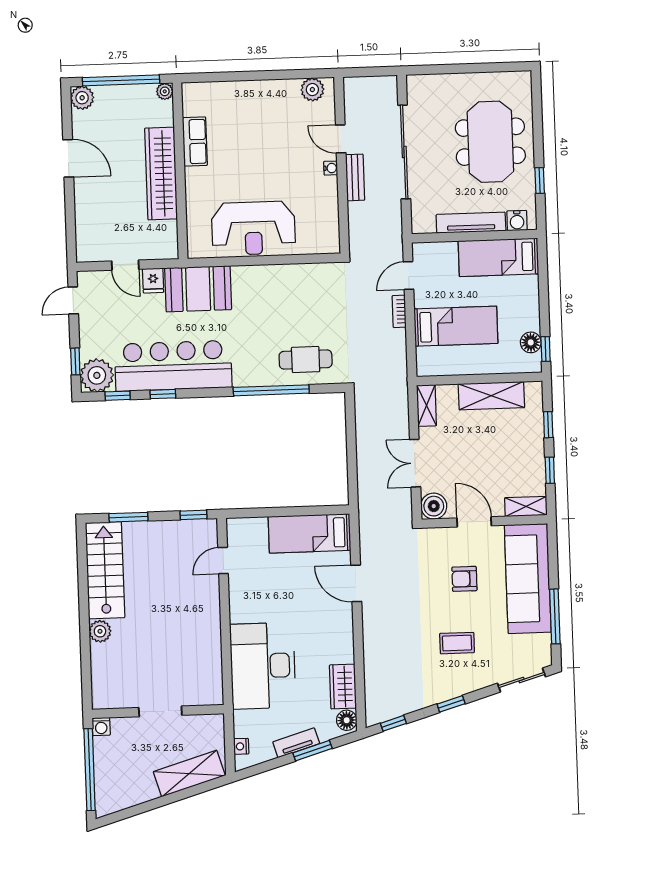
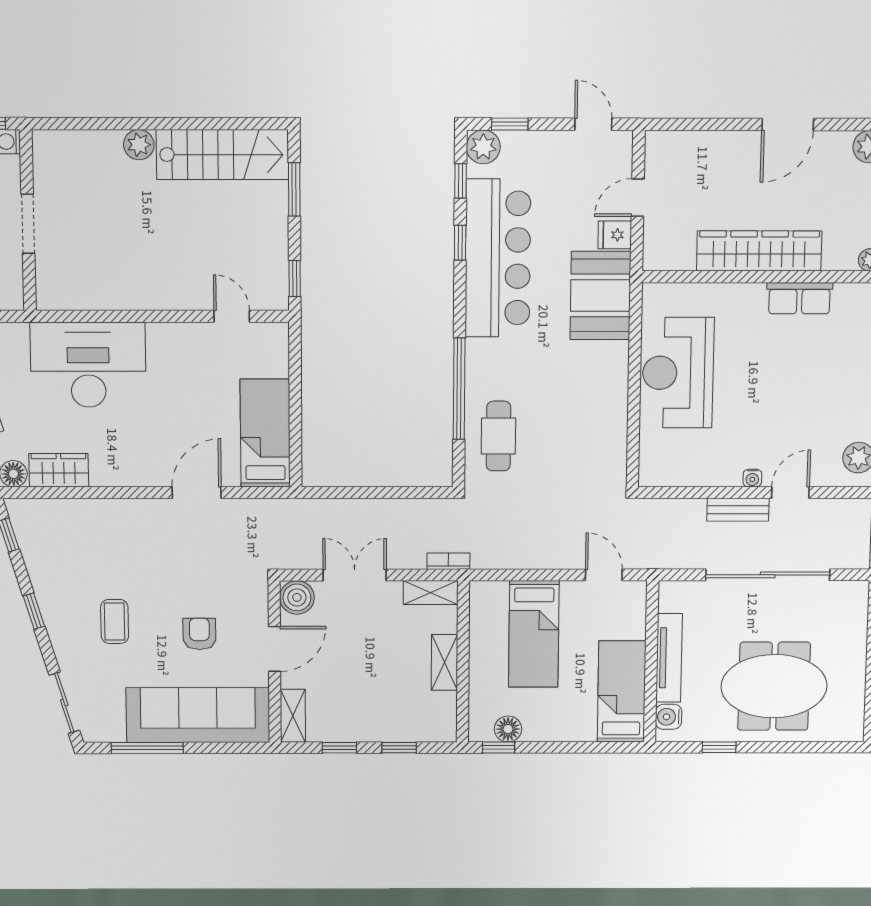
bookcase: (399, 311) -> (448, 561), moved
plant: (97, 375) -> (483, 147), width x0.73, depth x0.73
shelving: (491, 396) -> (445, 663), width x0.67, depth x0.75

